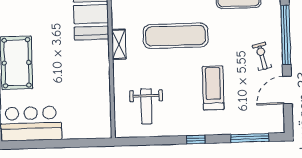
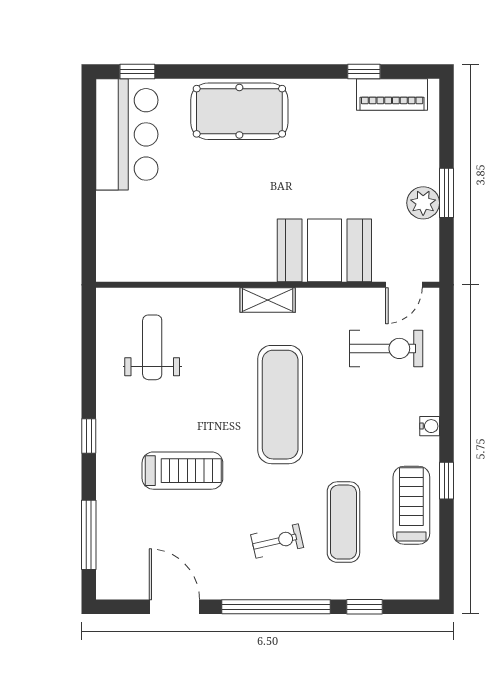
exercise bike: (262, 56) -> (277, 541), moved
weight bench: (146, 106) -> (152, 347), turned 90

